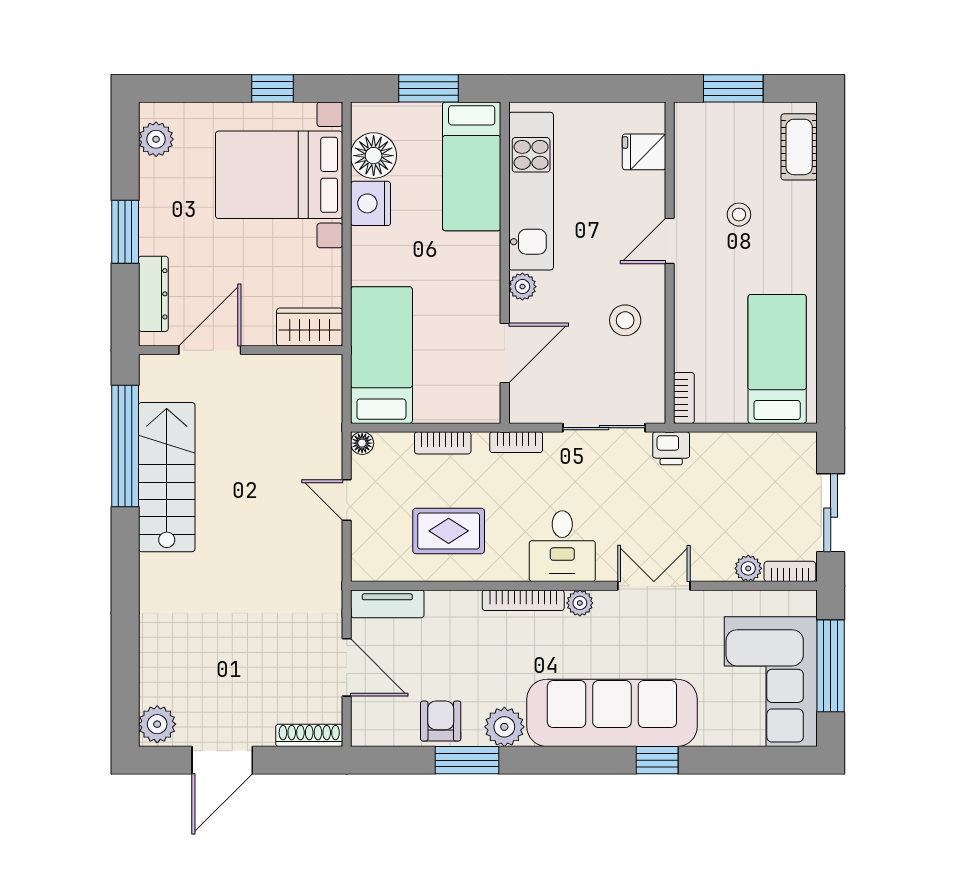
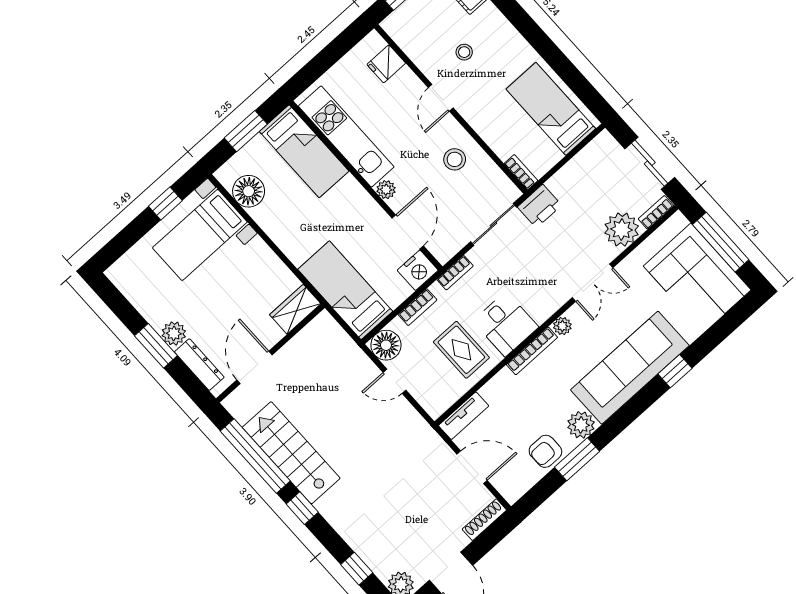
plant: (156, 139) -> (174, 333), moved
bed with nightstands: (279, 175) -> (200, 235), width x0.73
nightstand: (371, 203) -> (418, 270), moved, turned -90
floor lamp: (362, 443) -> (386, 345), width x1.89, depth x1.89
printer: (671, 448) -> (540, 206), width x1.36, depth x1.24
rug: (449, 531) -> (461, 350), turned 90
desk: (562, 546) -> (506, 324), moved
window: (125, 547) -> (302, 508), added
plant: (748, 568) -> (622, 229), width x1.88, depth x1.88
double door: (654, 586) -> (593, 283), swing flipped
window: (125, 665) -> (357, 569), added
armchair: (441, 721) -> (545, 451), turned -90

